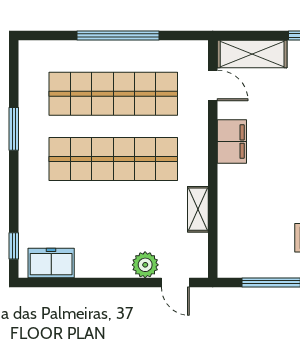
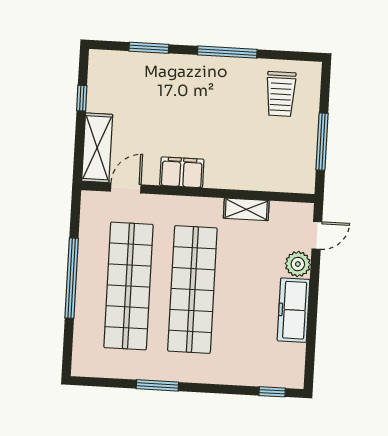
freezer: (51, 263) -> (293, 310), moved, width x1.40

